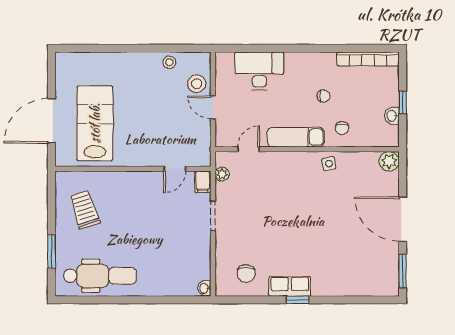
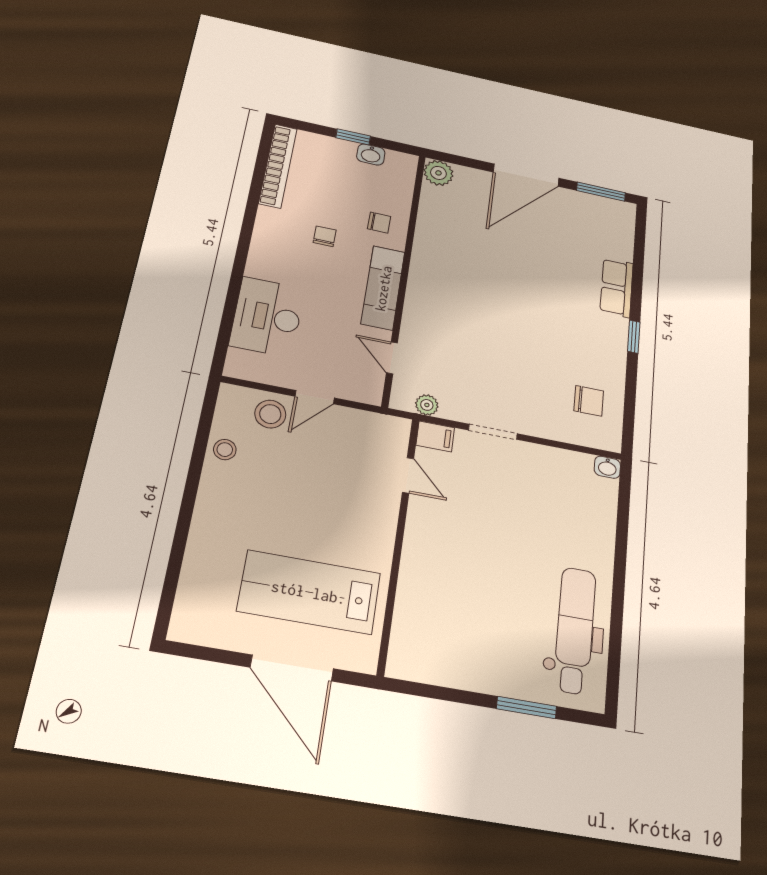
side table: (329, 164) -> (431, 251), removed
trolley: (85, 210) -> (459, 637), removed
row of seats: (290, 286) -> (617, 288), moved

